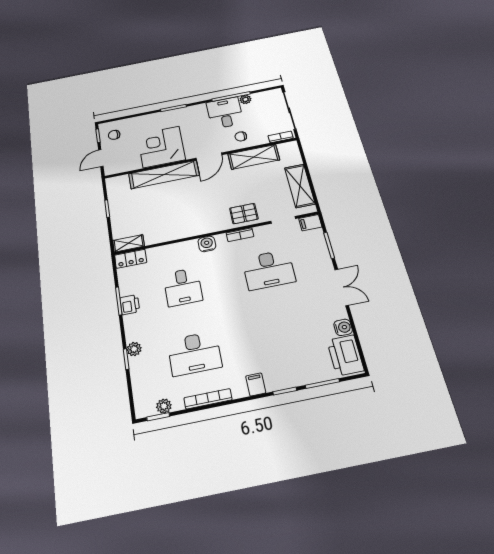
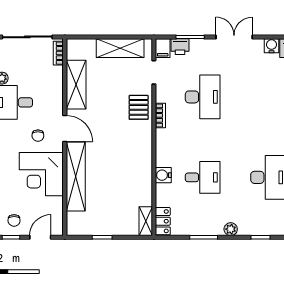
chair: (241, 136) -> (38, 136), moved
door: (101, 158) -> (40, 237), swing flipped
water cooler: (207, 244) -> (163, 175), moved
printer: (130, 305) -> (180, 47), moved, turned 180
plant: (134, 349) -> (231, 229), moved

